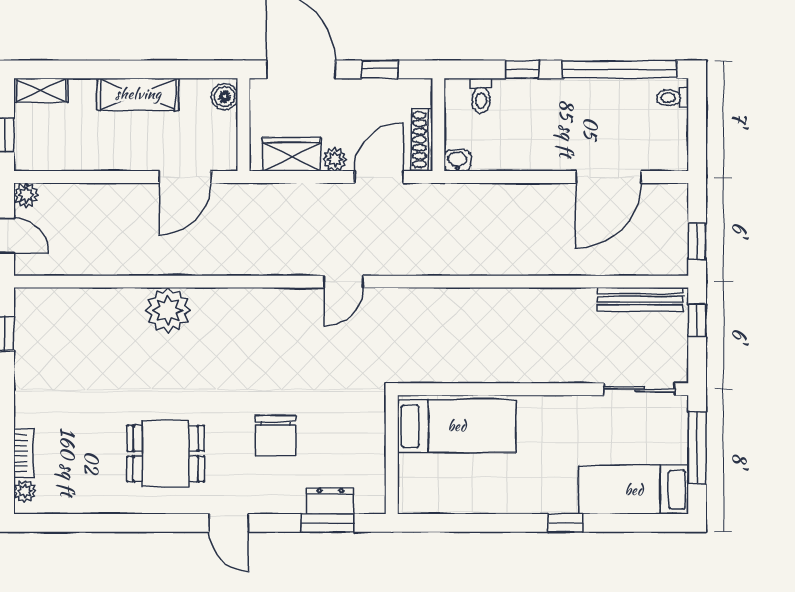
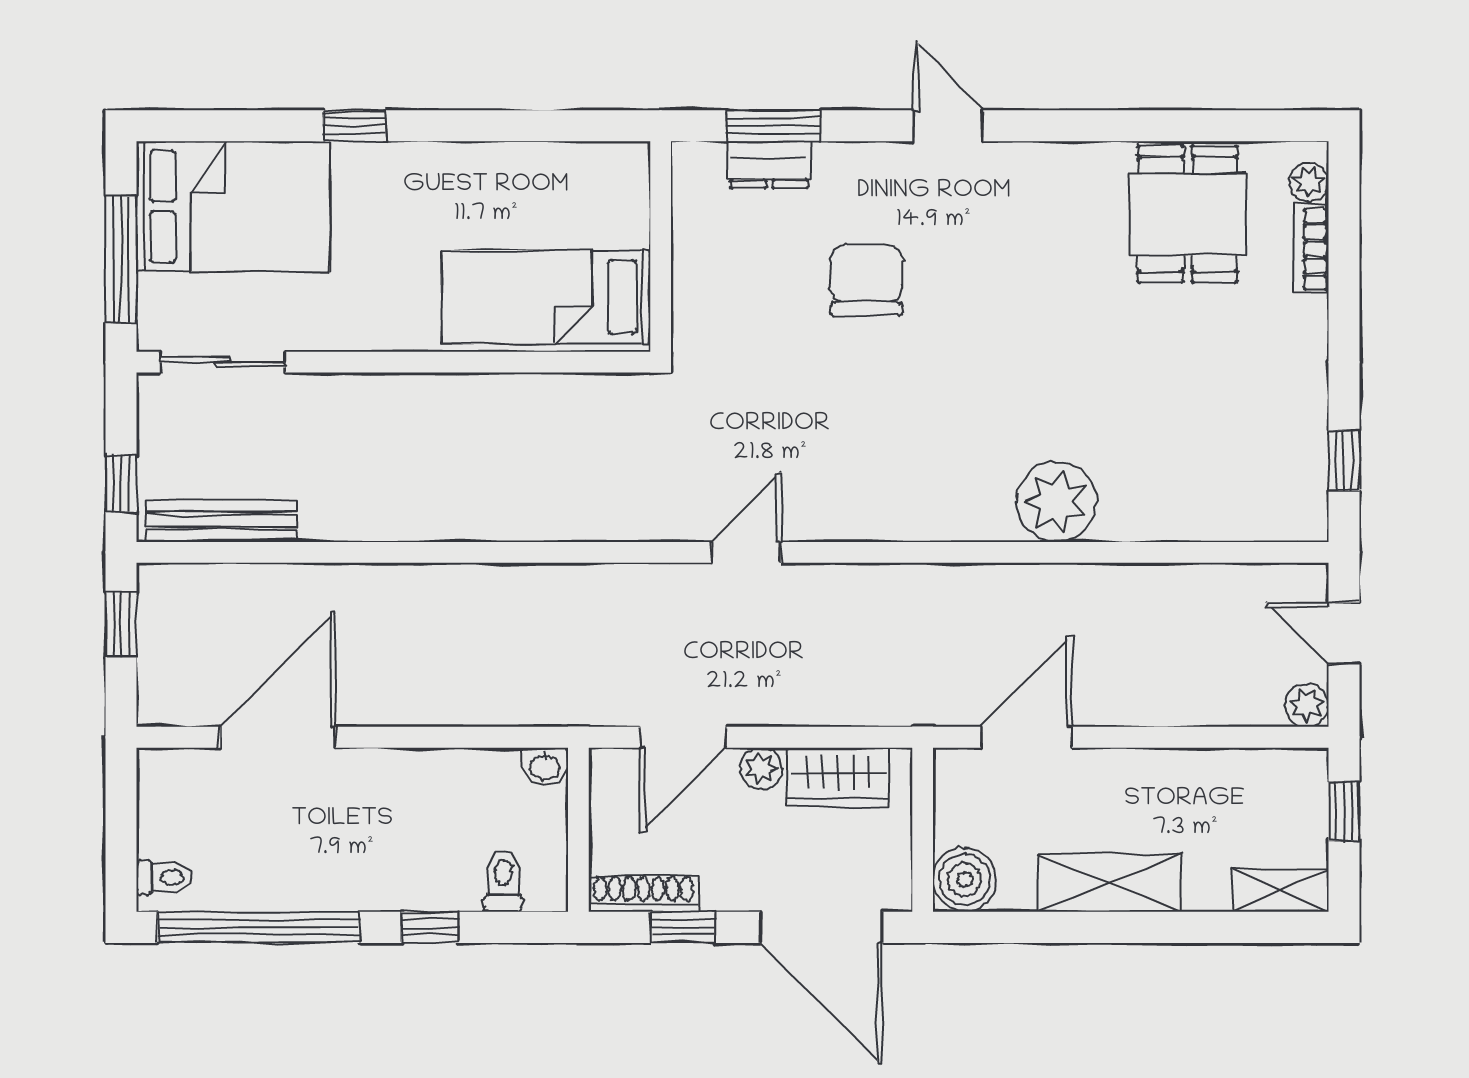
boiler: (225, 97) -> (965, 879), width x1.36, depth x1.36
shoe rack: (422, 140) -> (643, 893), moved, turned -90
dining table: (166, 454) -> (1188, 214), moved, turned 90
bed: (634, 490) -> (233, 206), width x1.50

